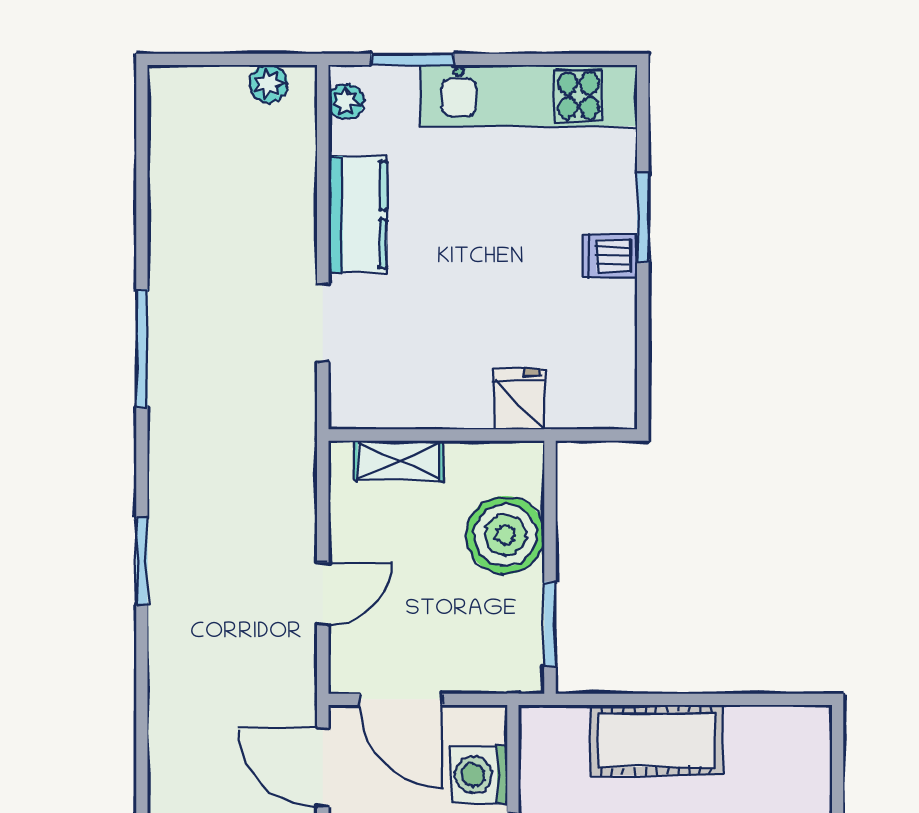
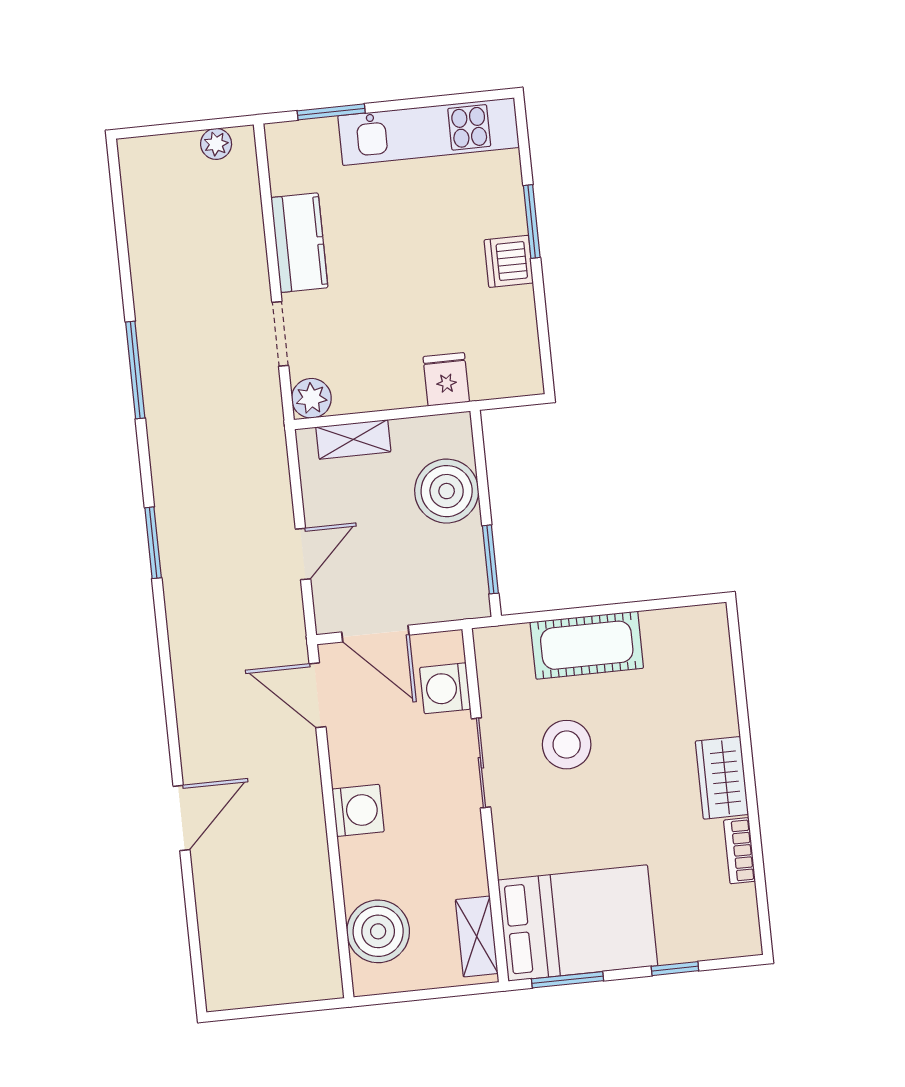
plant: (346, 102) -> (311, 398), moved, width x1.38, depth x1.38
dishwasher: (610, 255) -> (509, 261), width x1.38

